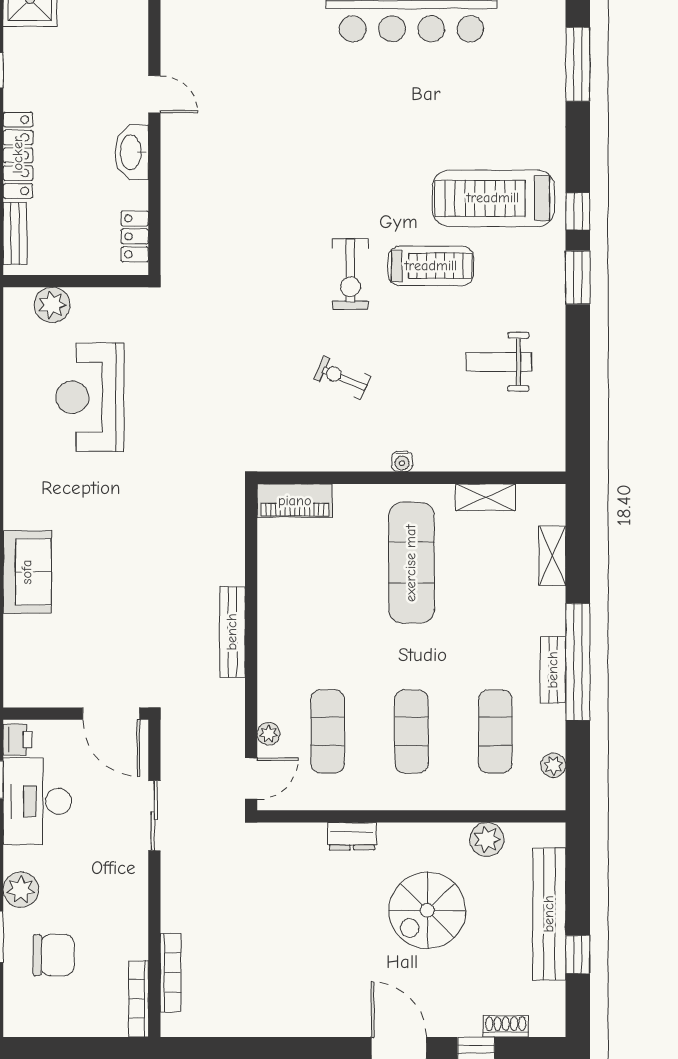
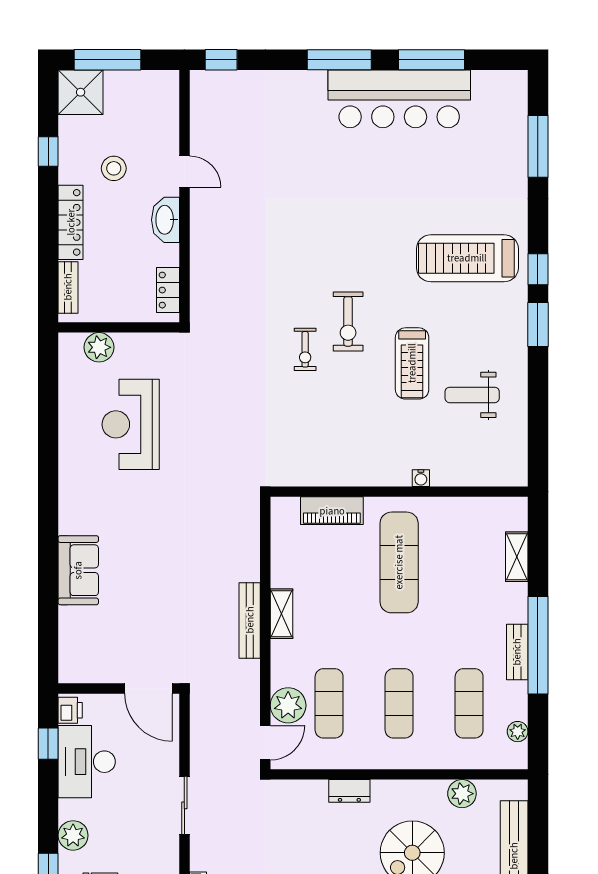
stool: (70, 91) -> (114, 168), added
treadmill: (431, 266) -> (412, 363), moved, turned 90
exercise bike: (342, 378) -> (305, 349), moved, turned -114
water cooler: (402, 462) -> (421, 478), moved
shelving: (485, 497) -> (282, 614), moved, turned 90
piano: (295, 501) -> (332, 511), moved
plant: (269, 734) -> (288, 705), width x1.88, depth x1.88
sliding door: (154, 816) -> (184, 805), moved

